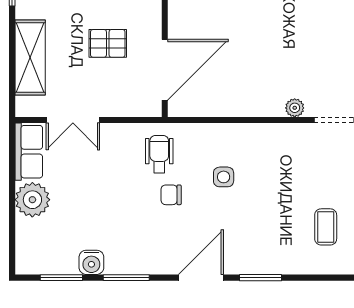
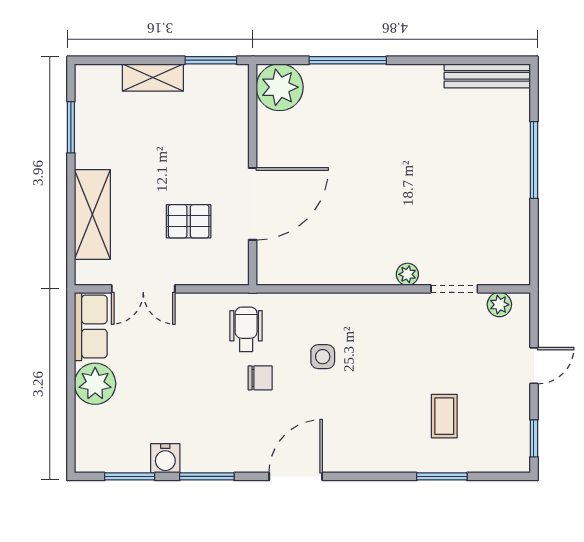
pallet: (108, 43) -> (189, 221), moved
door: (165, 70) -> (253, 204), moved
chair: (171, 195) -> (260, 378), turned 180
window: (260, 278) -> (442, 476), moved

